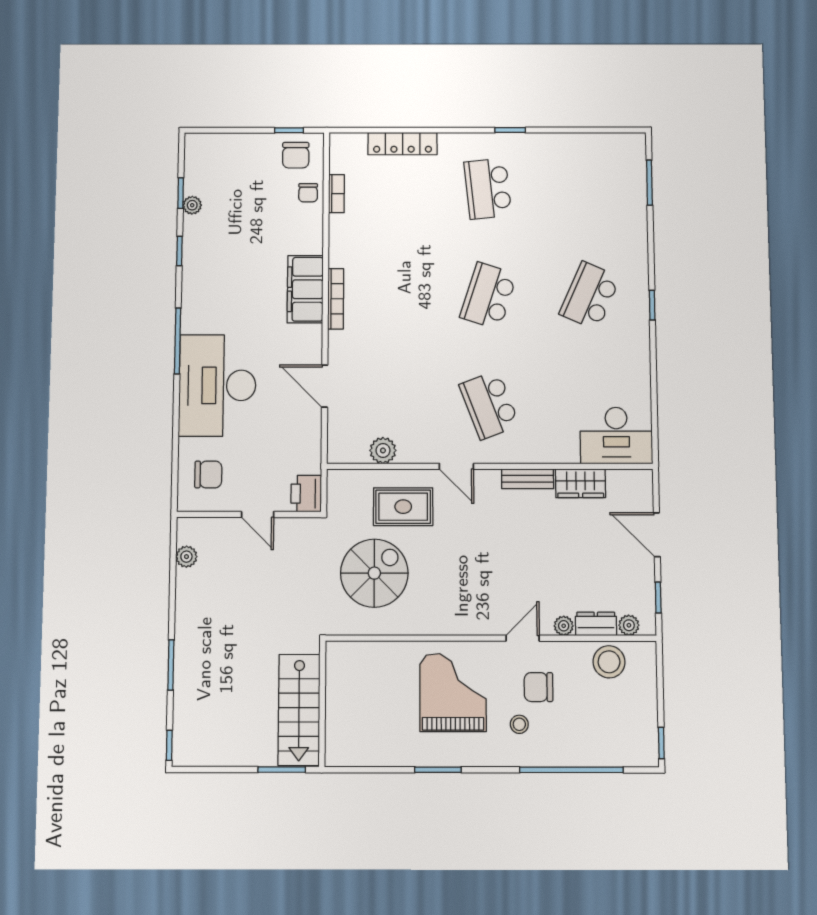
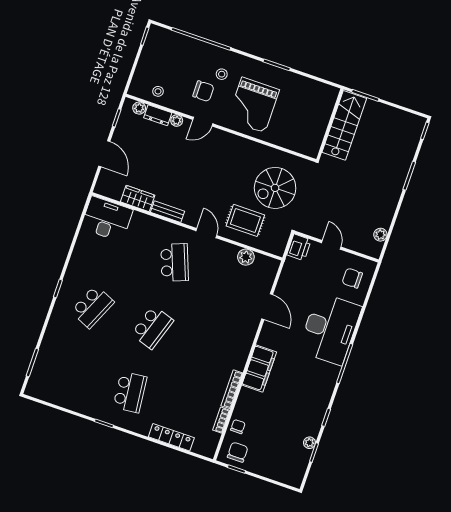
bookcase: (336, 299) -> (232, 389), moved
stool: (609, 662) -> (158, 91), width x0.53, depth x0.53

